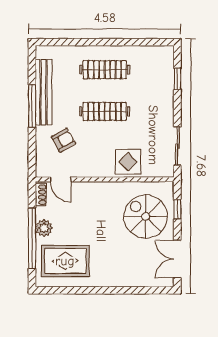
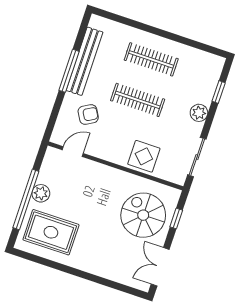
plant: (166, 104) -> (199, 113), added
door: (61, 179) -> (73, 152), swing flipped
shoe rack: (41, 195) -> (49, 160), removed

